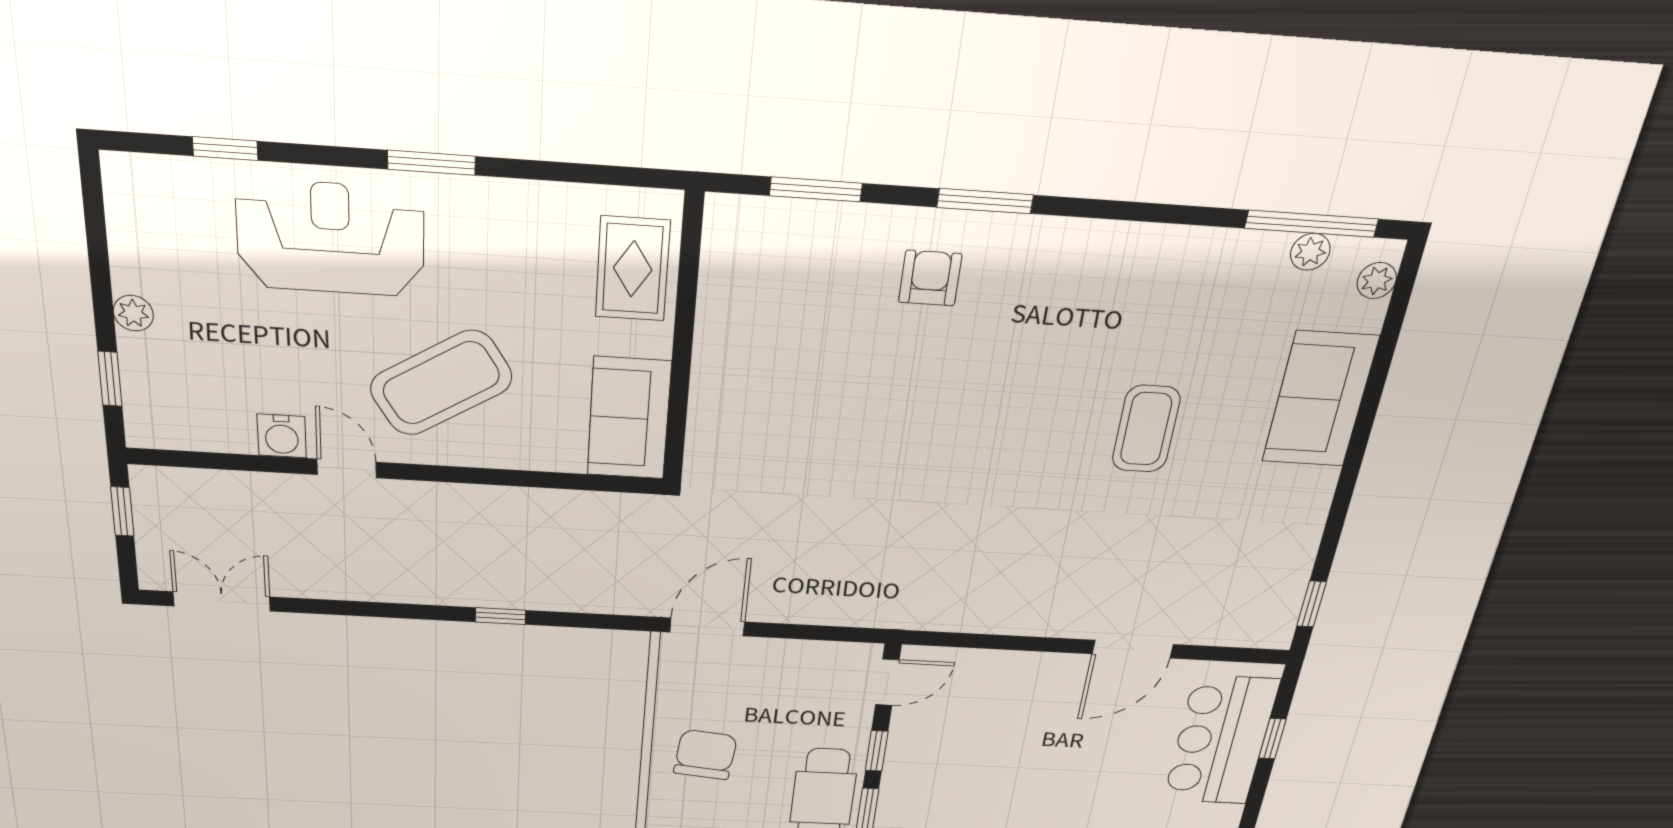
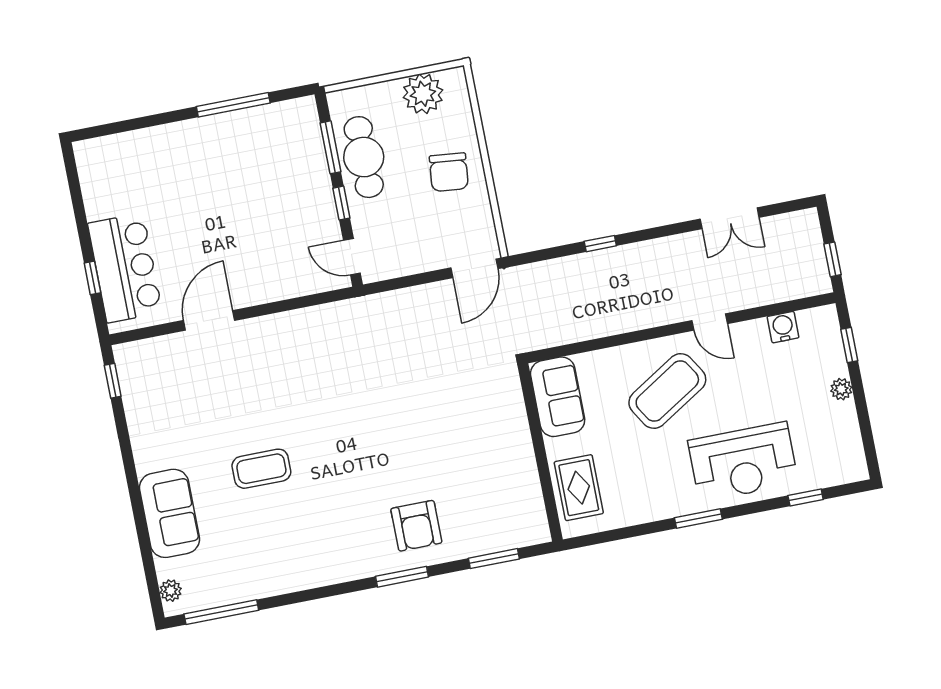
plant: (1310, 252) -> (215, 597), removed
armchair: (930, 278) -> (416, 526), width x1.38, depth x1.38
coffee table: (1146, 429) -> (261, 469), turned 90
water cooler: (282, 436) -> (783, 327), moved
double door: (222, 601) -> (730, 218), moved
door: (887, 682) -> (352, 257), hinge flipped

